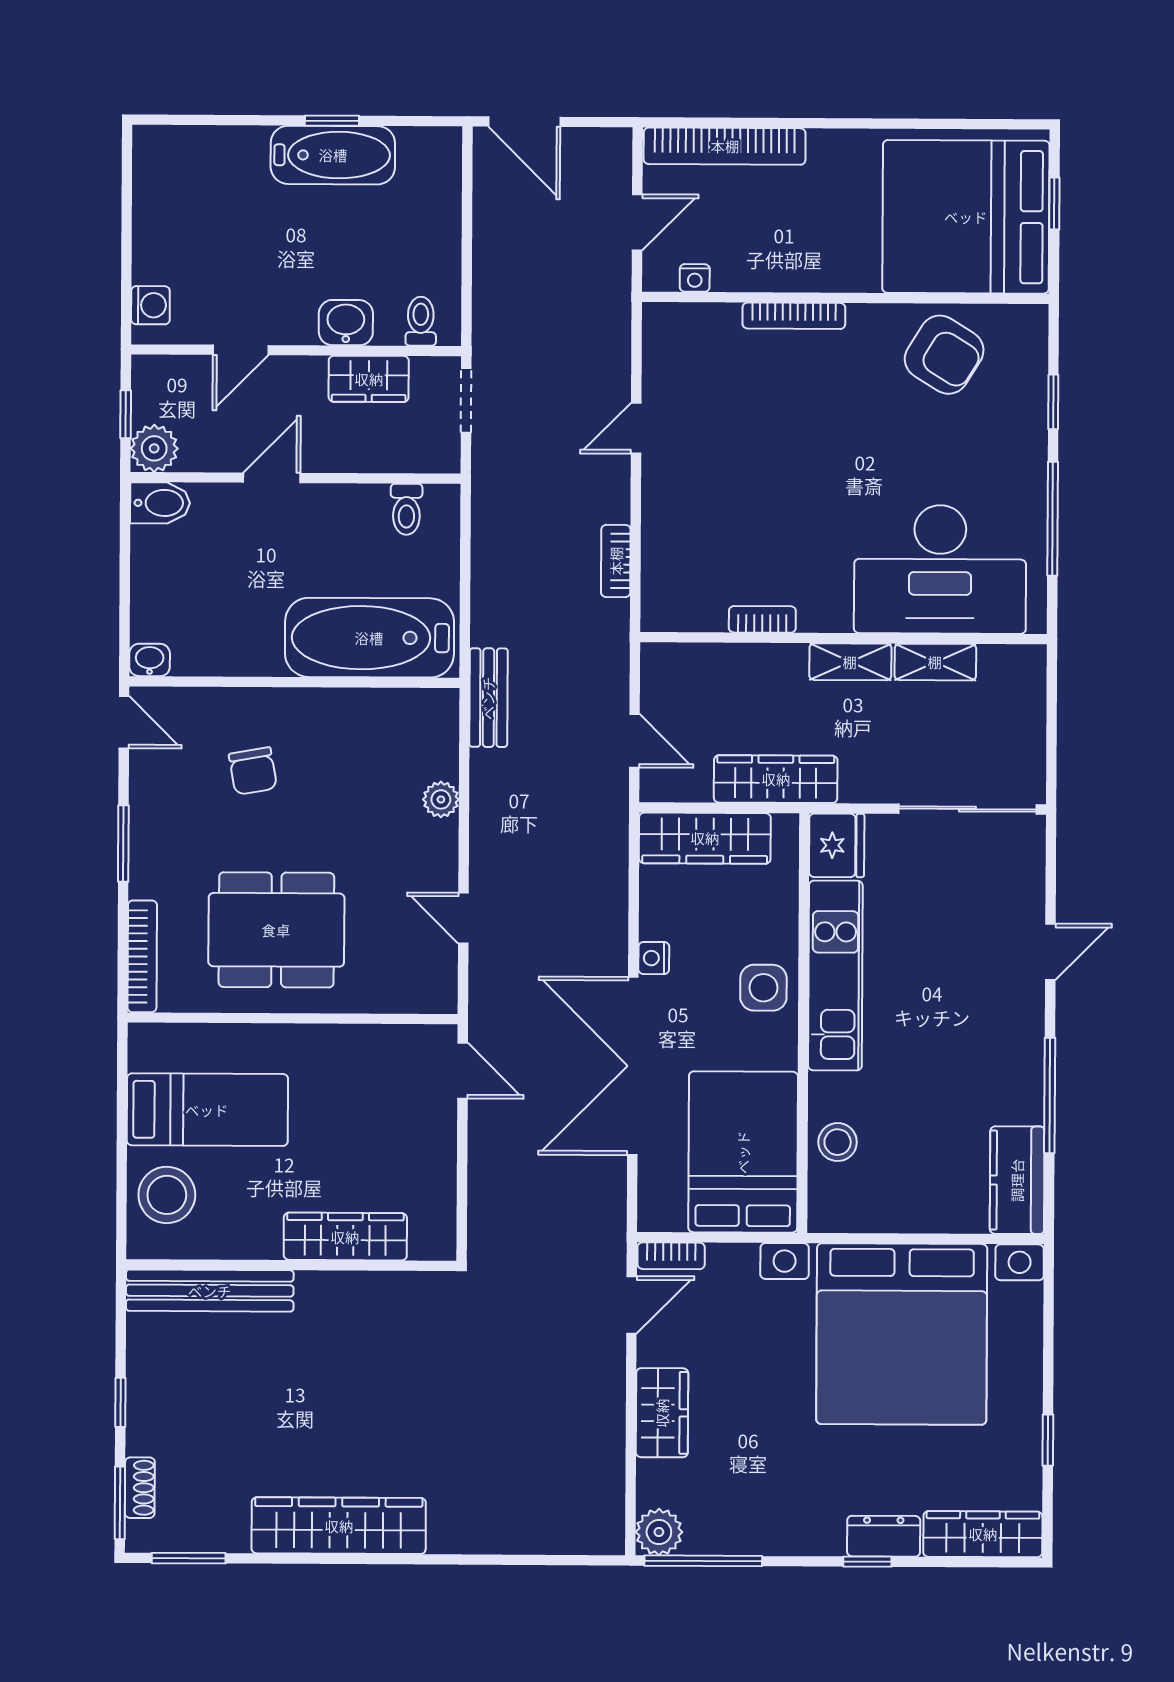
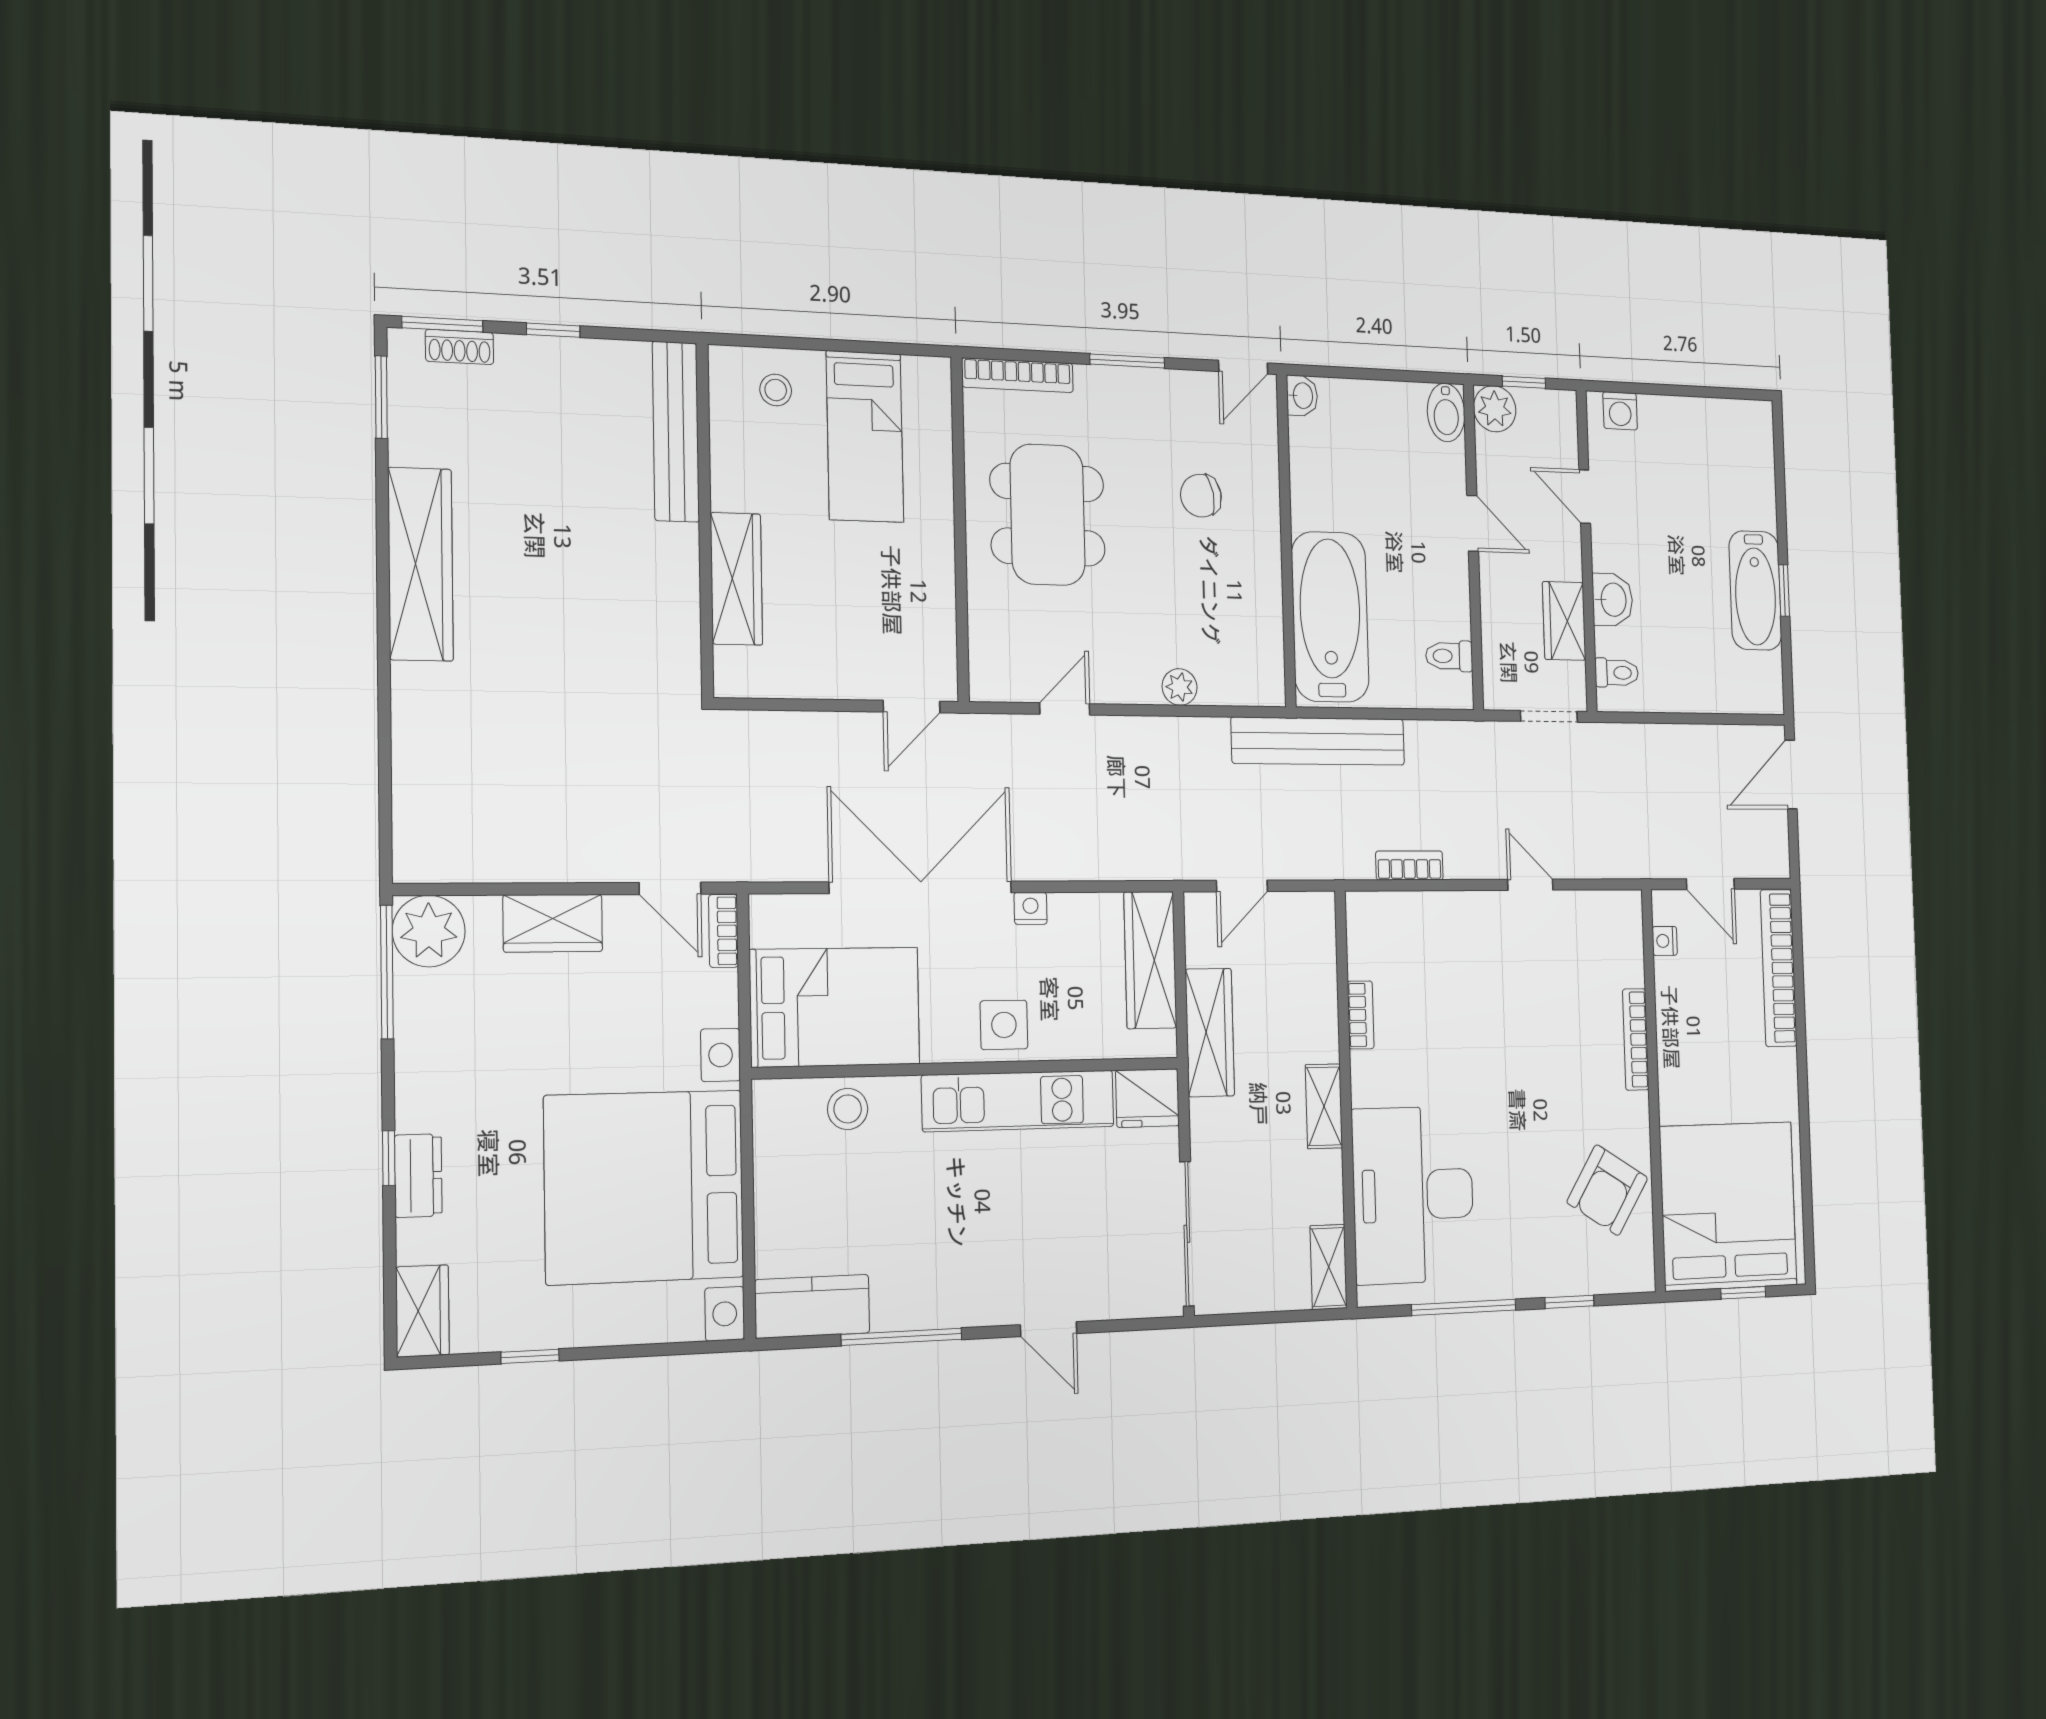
shelving: (935, 662) -> (1329, 1267), moved
bench: (488, 698) -> (1318, 741), width x1.86, depth x1.21
stool: (167, 1195) -> (776, 390), width x0.53, depth x0.53
plant: (659, 1532) -> (429, 931), width x1.36, depth x1.36
wardrobe: (983, 1534) -> (422, 1311), width x0.67

